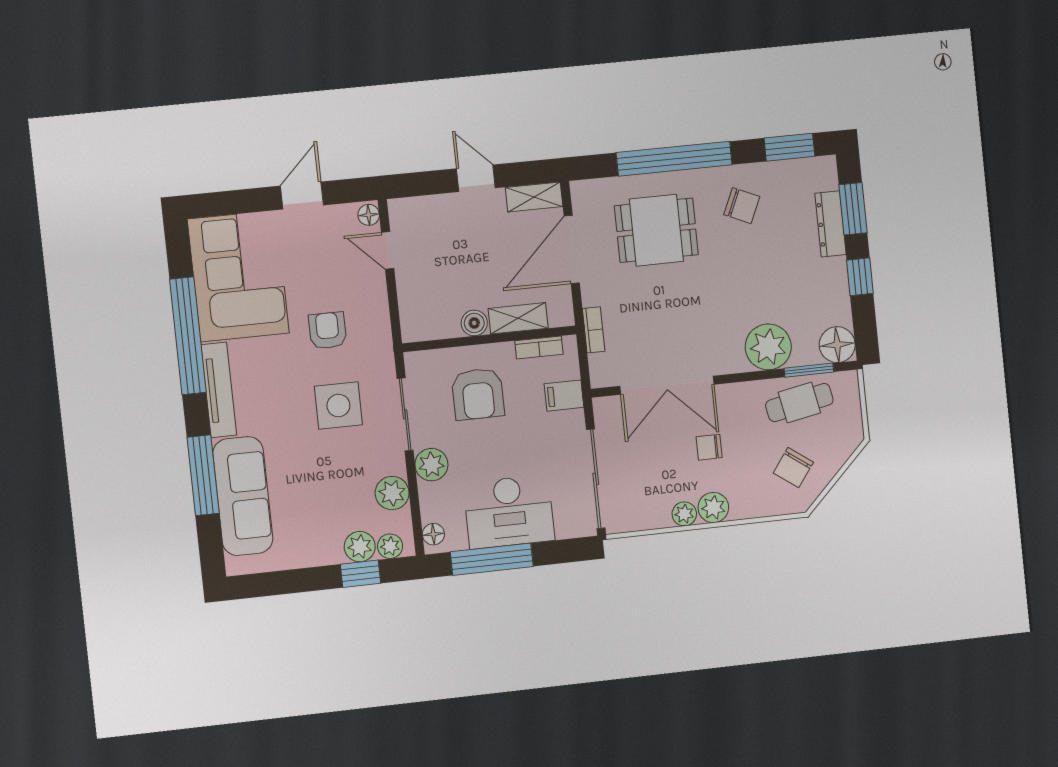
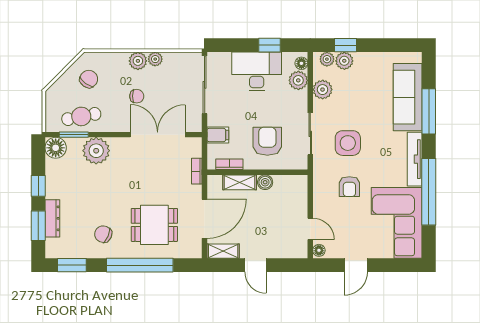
plant: (431, 465) -> (298, 80), moved
window: (492, 559) -> (269, 45), width x0.46

